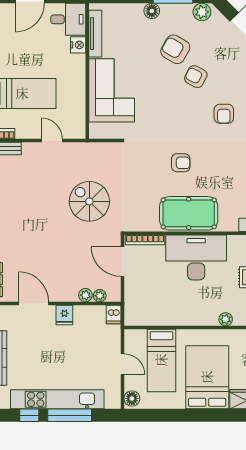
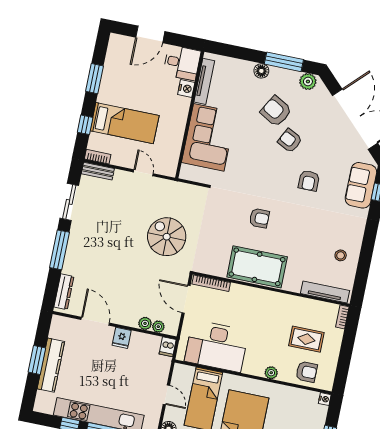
desk: (196, 257) -> (217, 346), moved, turned 180

